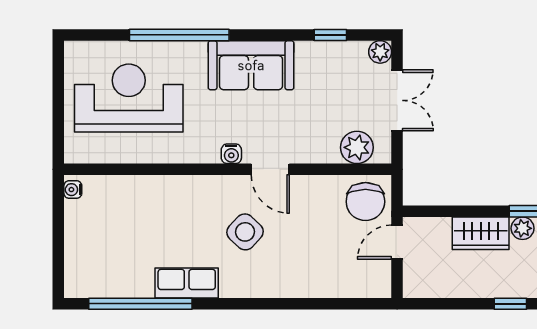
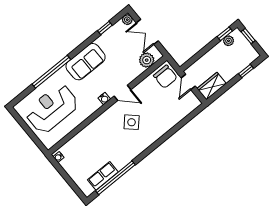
double door: (397, 100) -> (147, 32), swing flipped
wardrobe: (481, 233) -> (212, 86), moved, turned 180
row of seats: (187, 283) -> (103, 176), moved

